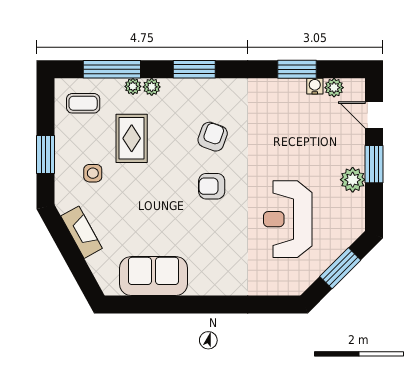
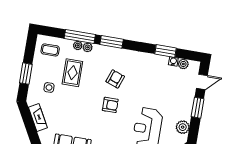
window: (112, 69) -> (80, 37), moved
door: (374, 115) -> (202, 82), swing flipped
plant: (353, 180) -> (183, 127), moved
armchair: (212, 186) -> (110, 105), turned 180

